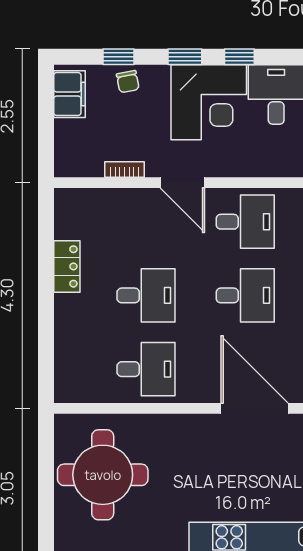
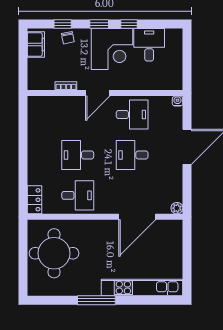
door: (182, 183) -> (98, 93), hinge flipped
locker: (67, 266) -> (34, 200), moved
desk: (146, 295) -> (78, 155), turned 180
desk: (245, 295) -> (132, 155), turned 180
door: (255, 408) -> (137, 217), swing flipped

